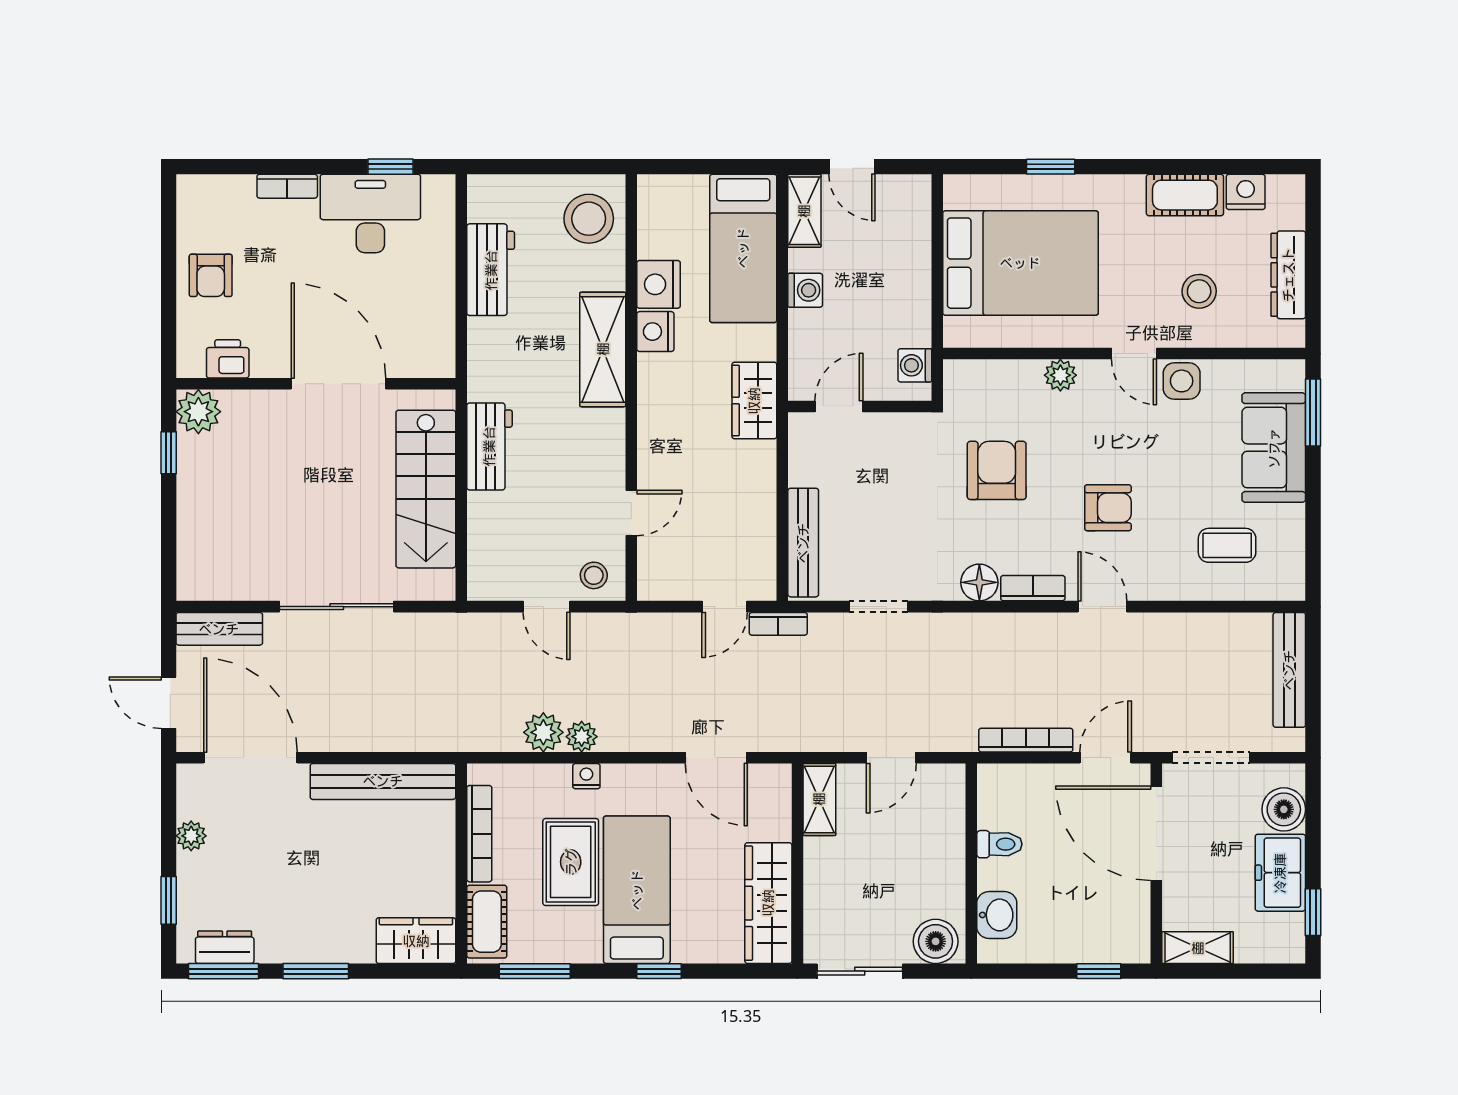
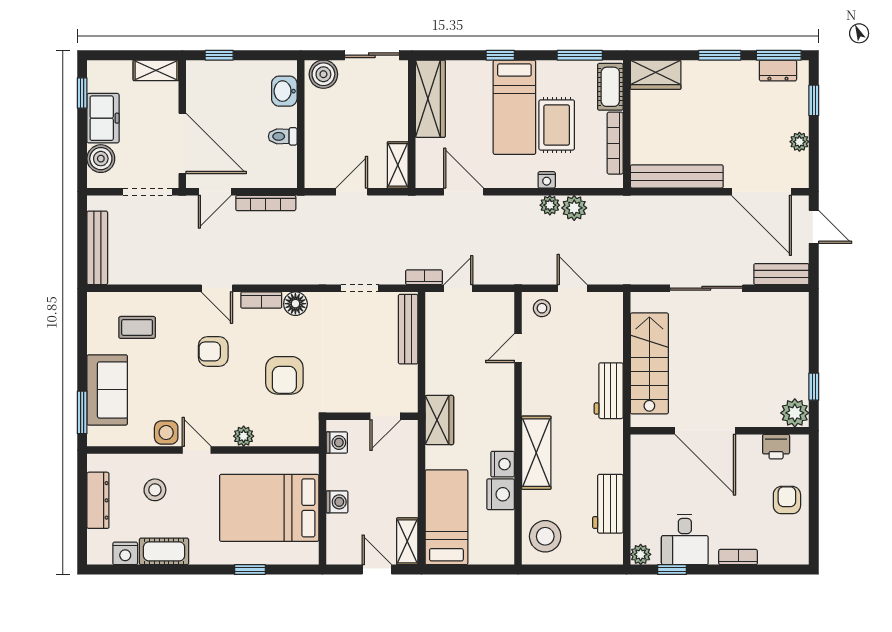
plant: (439, 190) -> (641, 554), added
desk: (370, 213) -> (685, 540), width x0.73
washing machine: (805, 290) -> (337, 502), moved, turned 180

